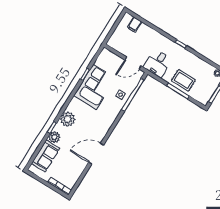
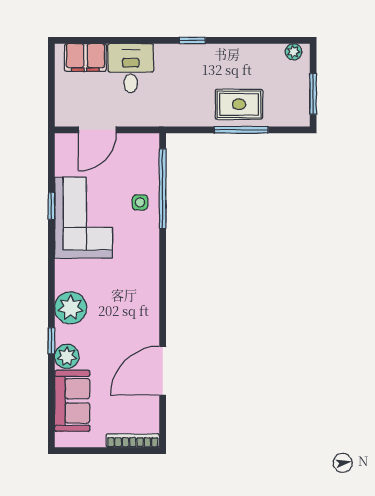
filing cabinet: (135, 25) -> (85, 58), width x2.00
door: (133, 63) -> (97, 130), moved
desk: (158, 63) -> (131, 68), moved, turned 180
door: (96, 154) -> (163, 371), moved

